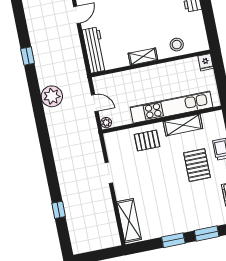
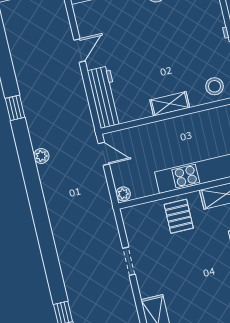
plant: (52, 96) -> (41, 156), width x0.53, depth x0.53
door: (95, 103) -> (104, 154), moved
pallet: (147, 141) -> (179, 216), turned 90

